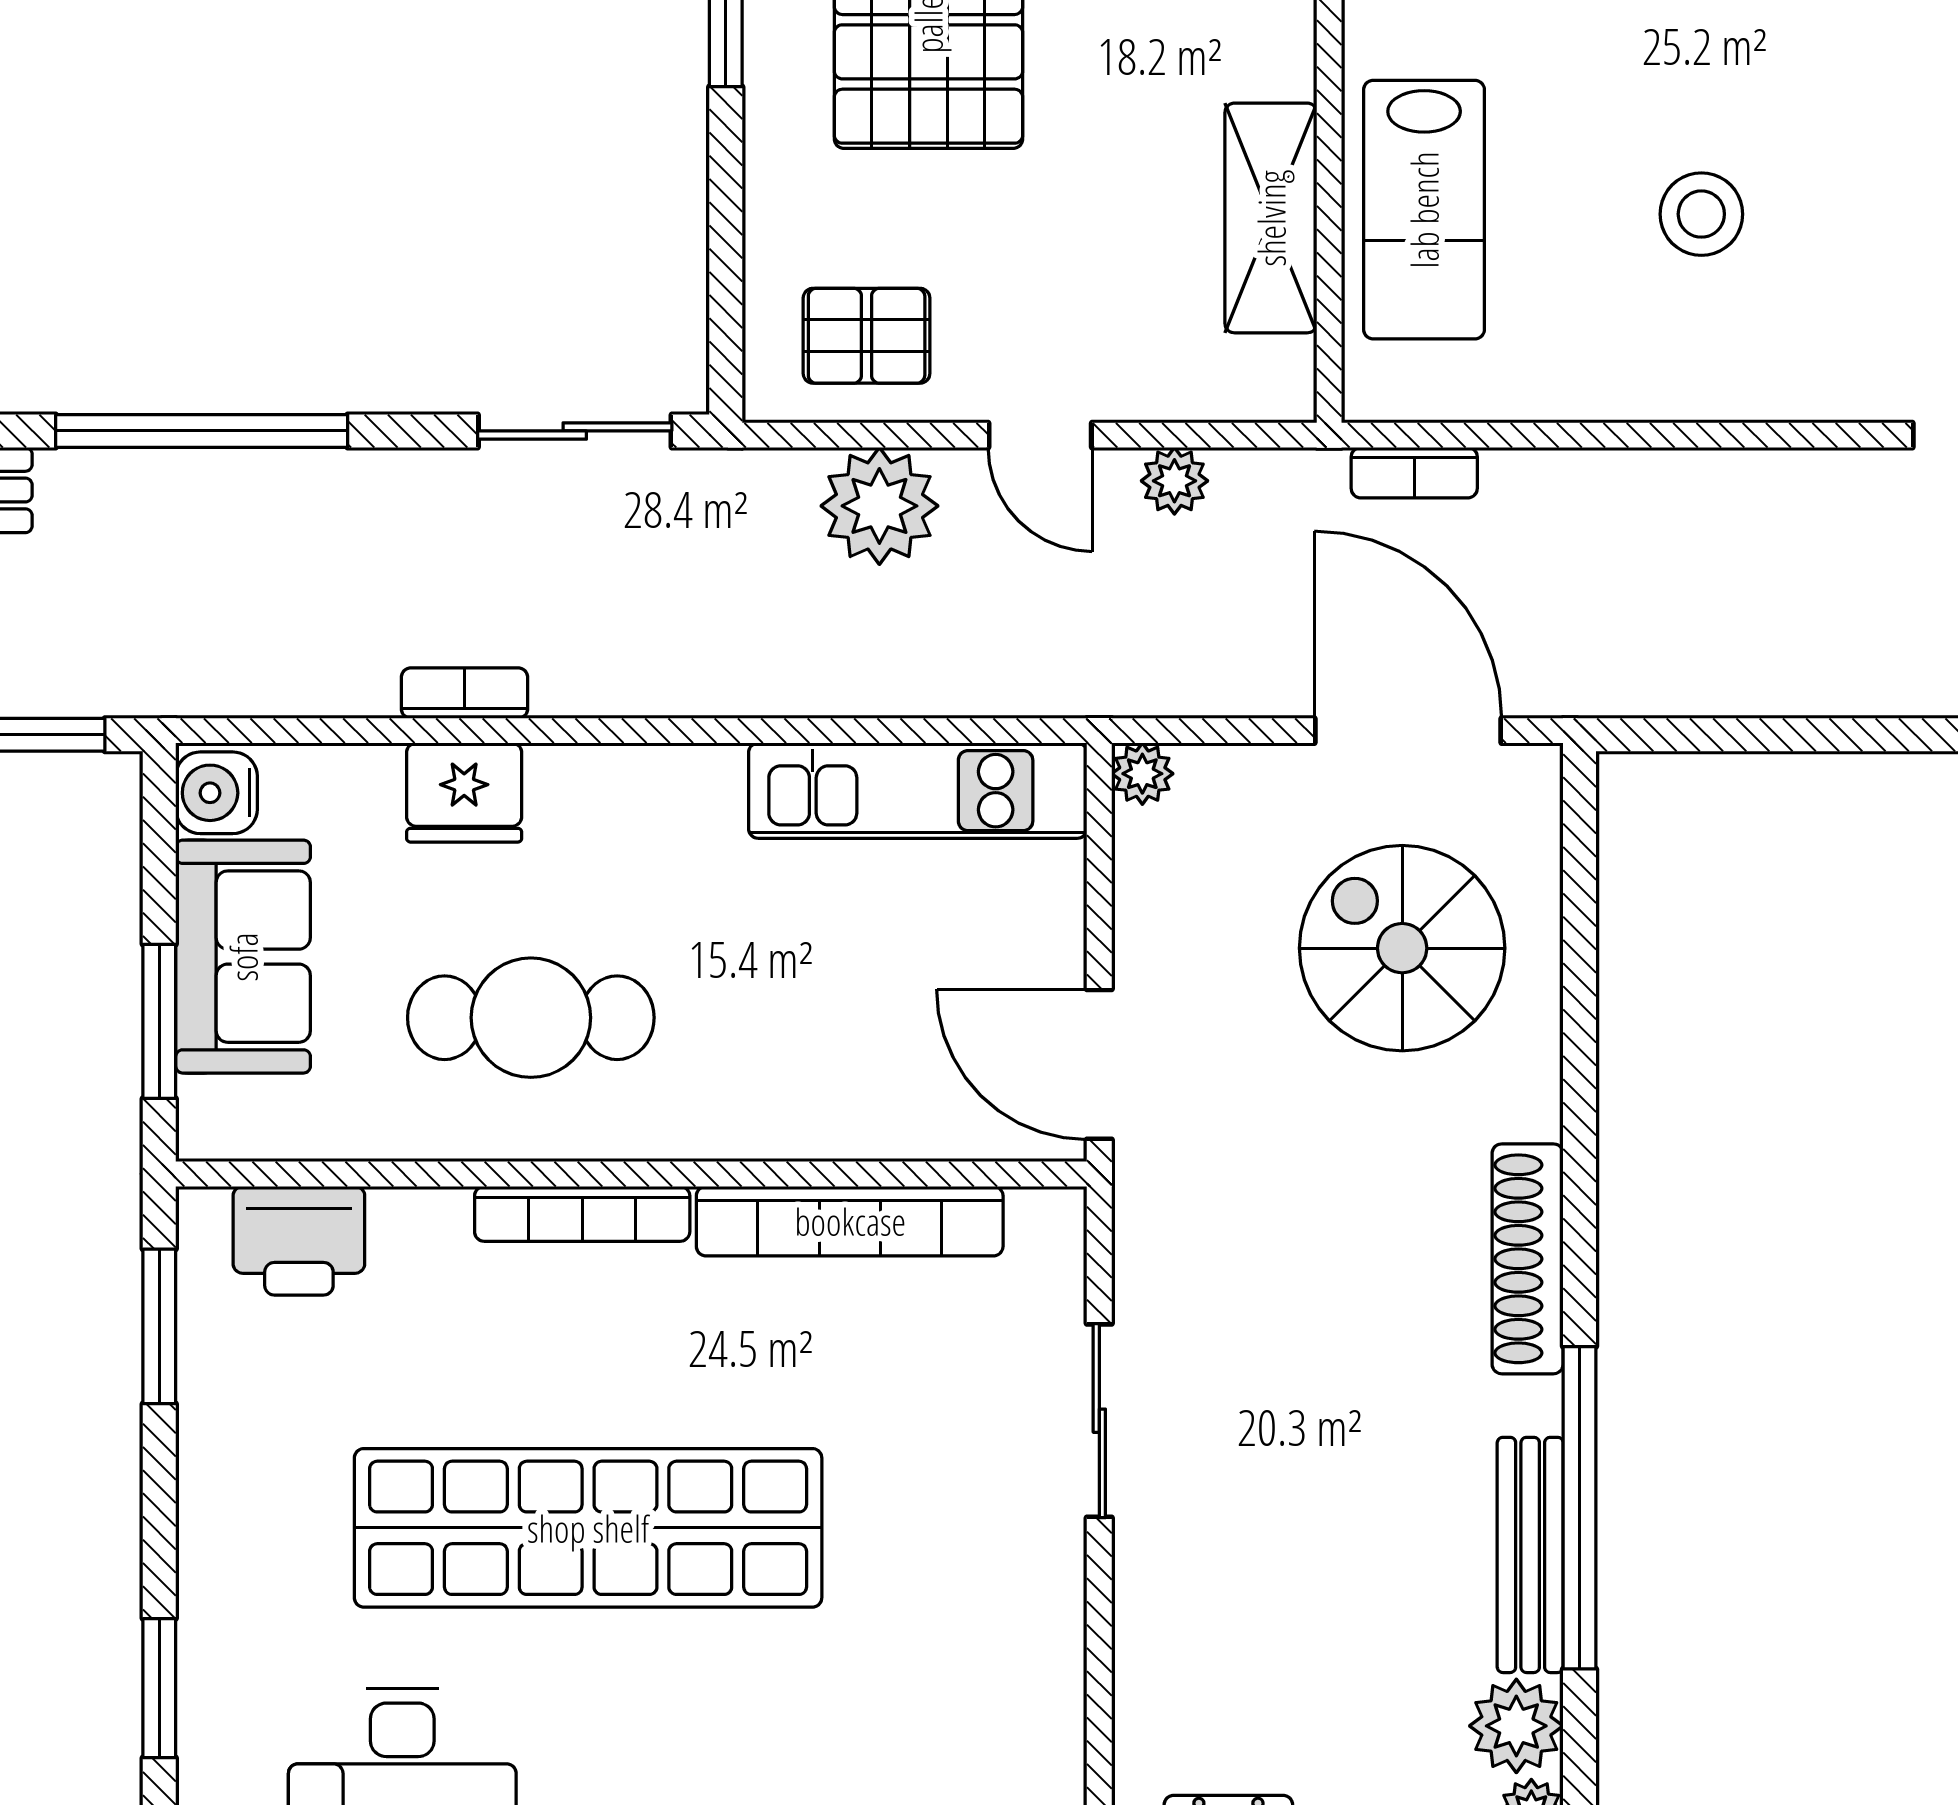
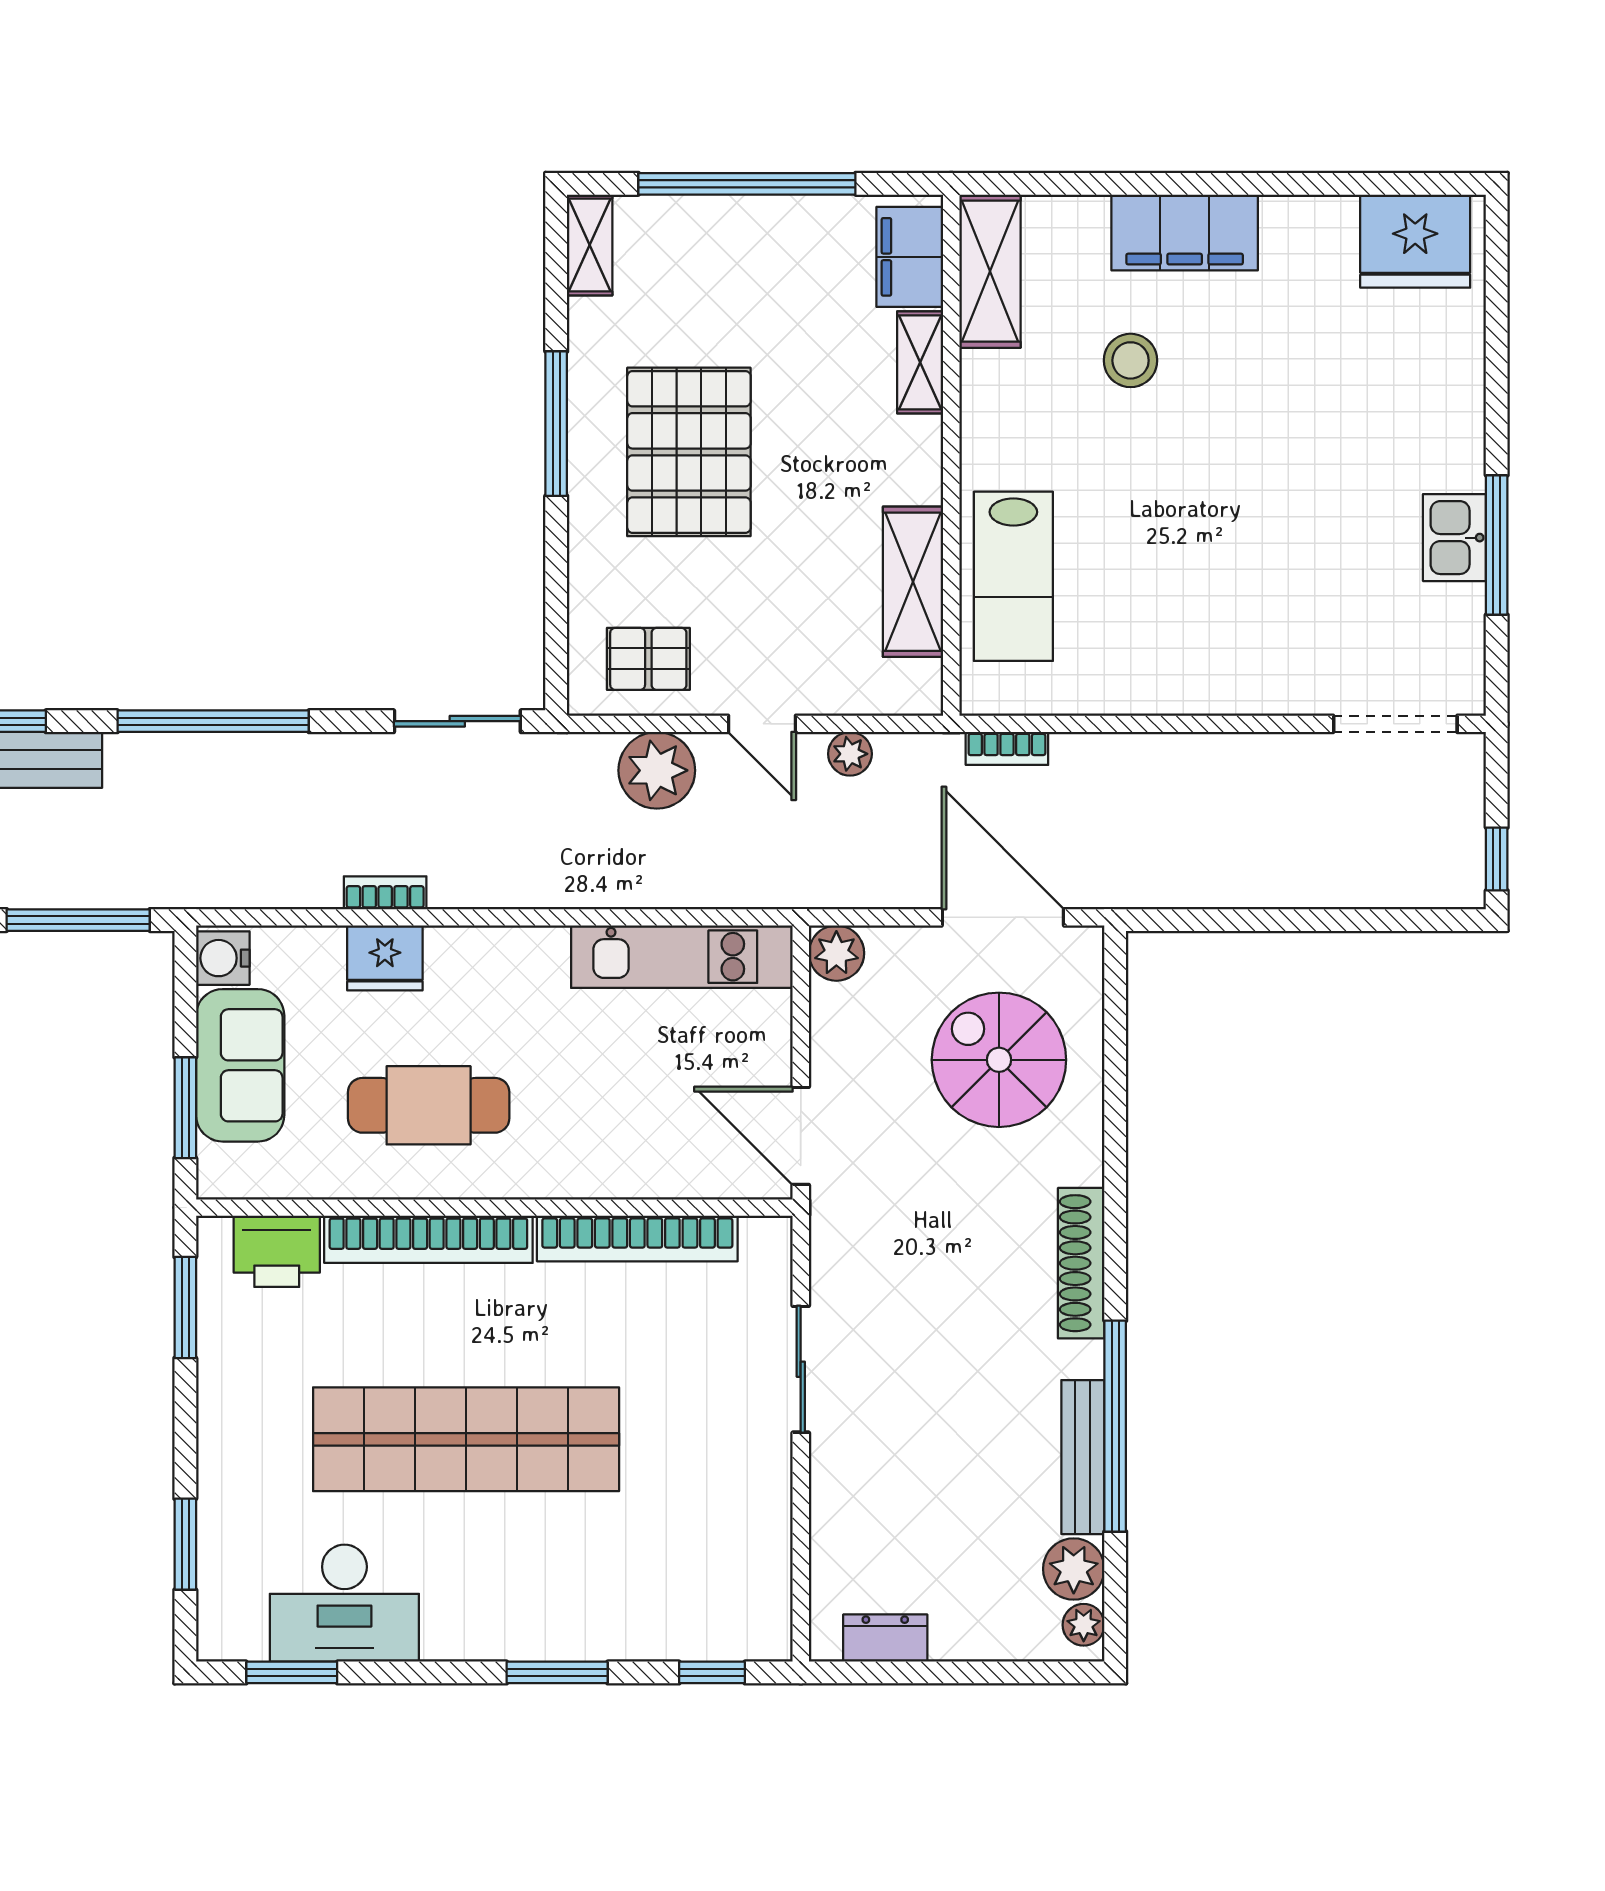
stool: (1701, 214) -> (1195, 579), removed
plant: (1142, 774) -> (836, 953), width x1.38, depth x1.38
bookcase: (582, 1214) -> (428, 1239), width x1.48, depth x1.31

